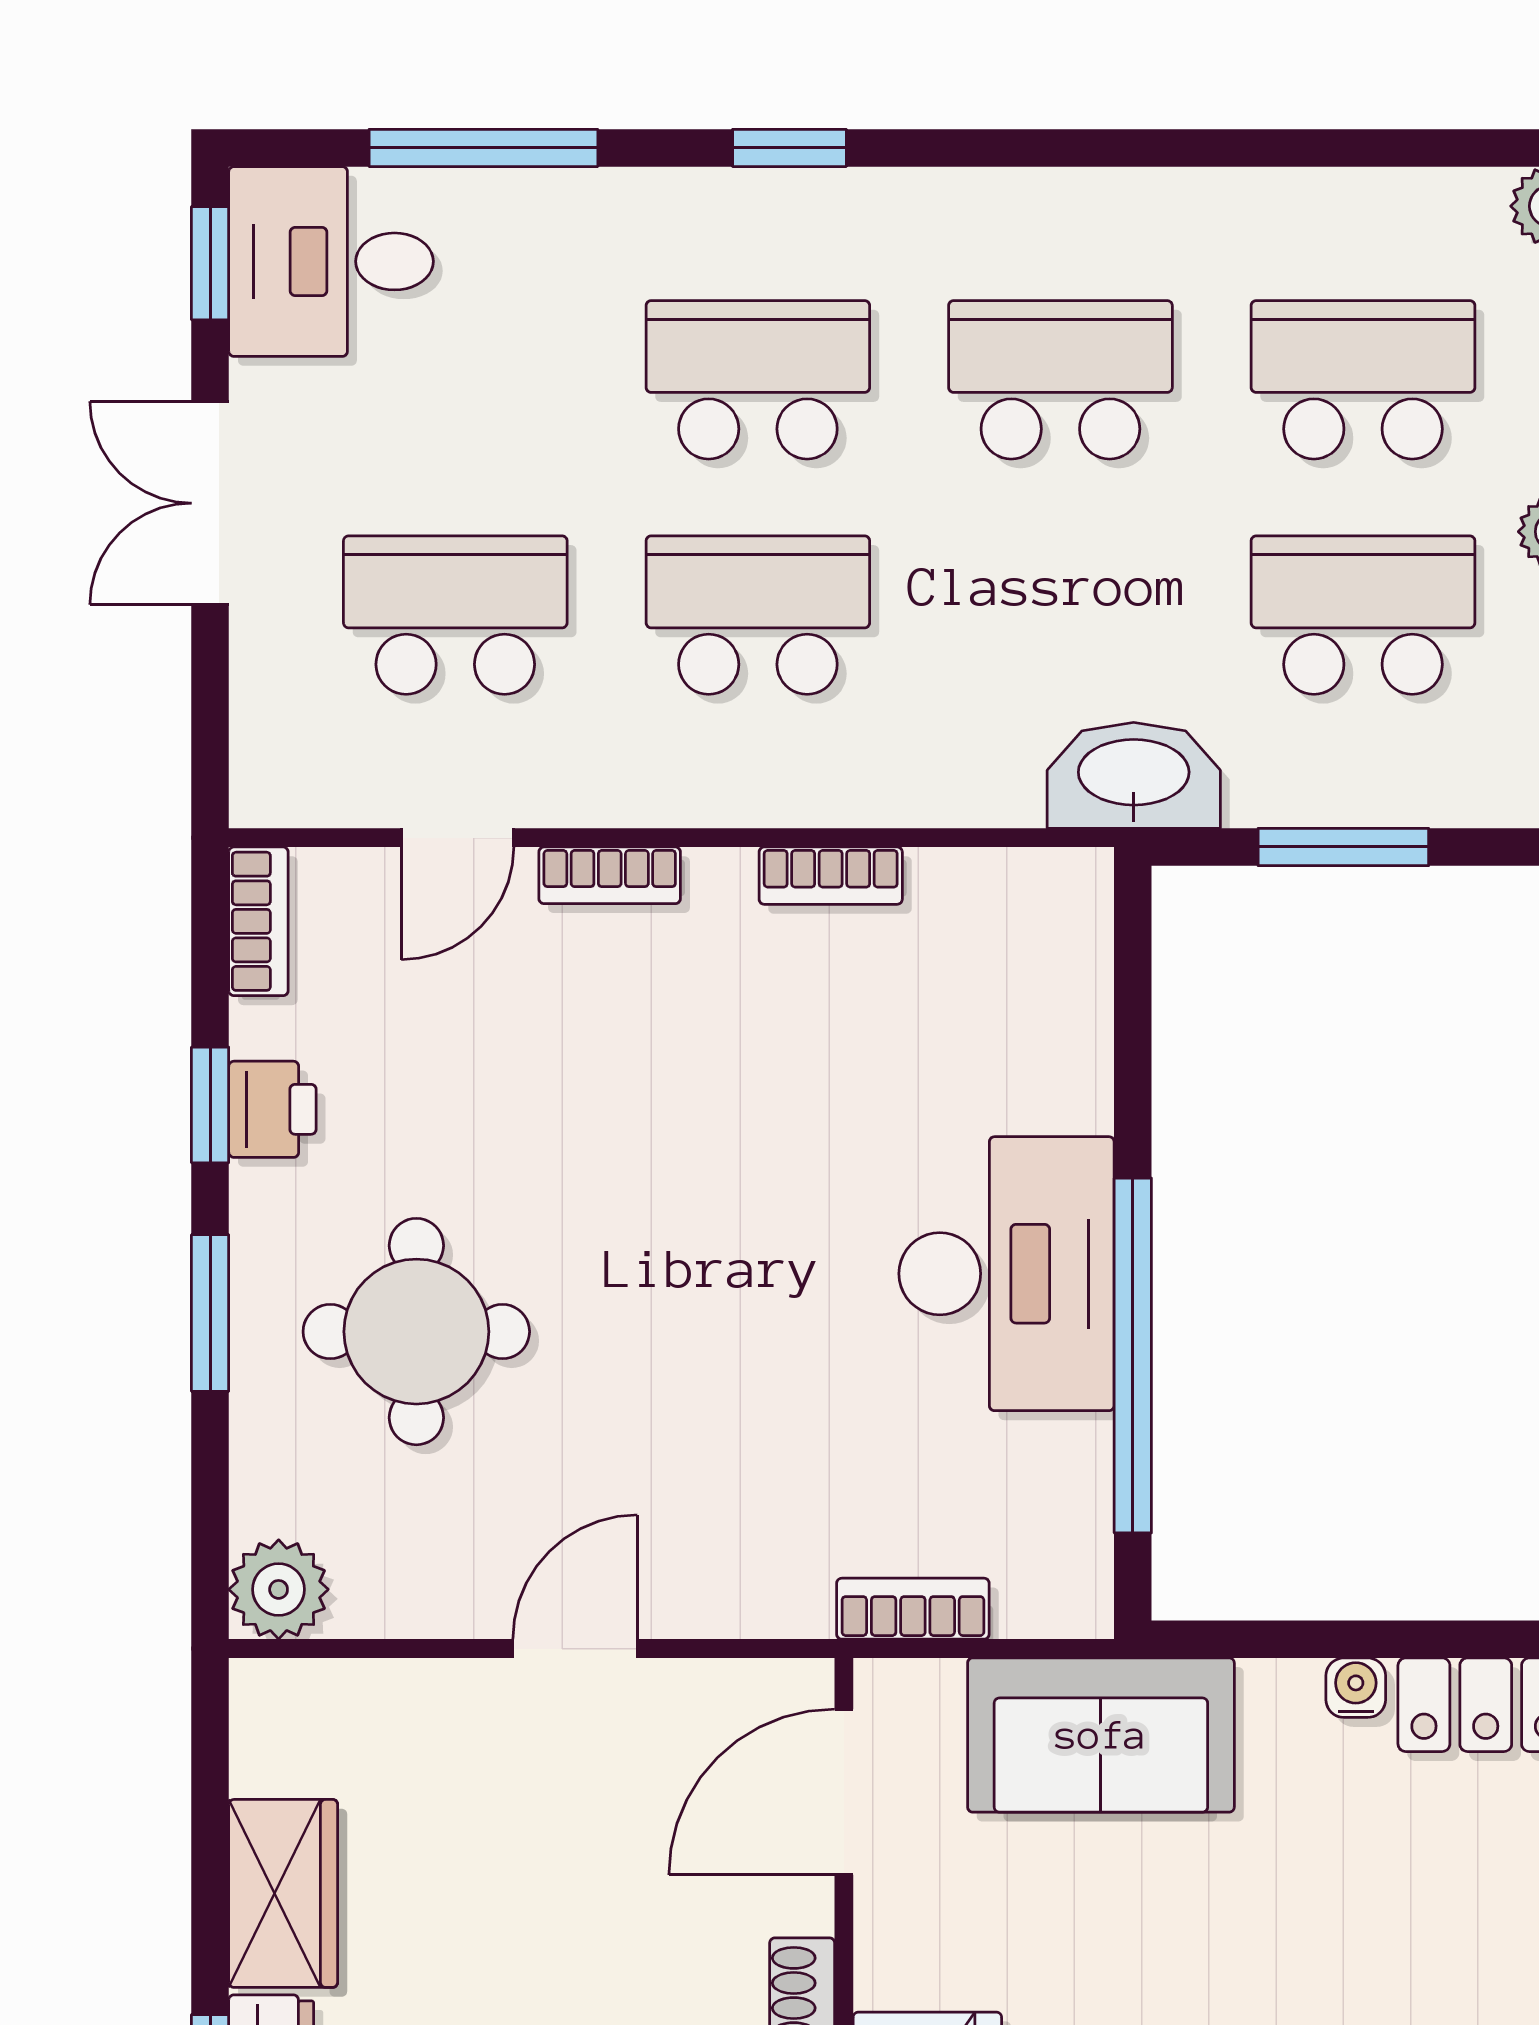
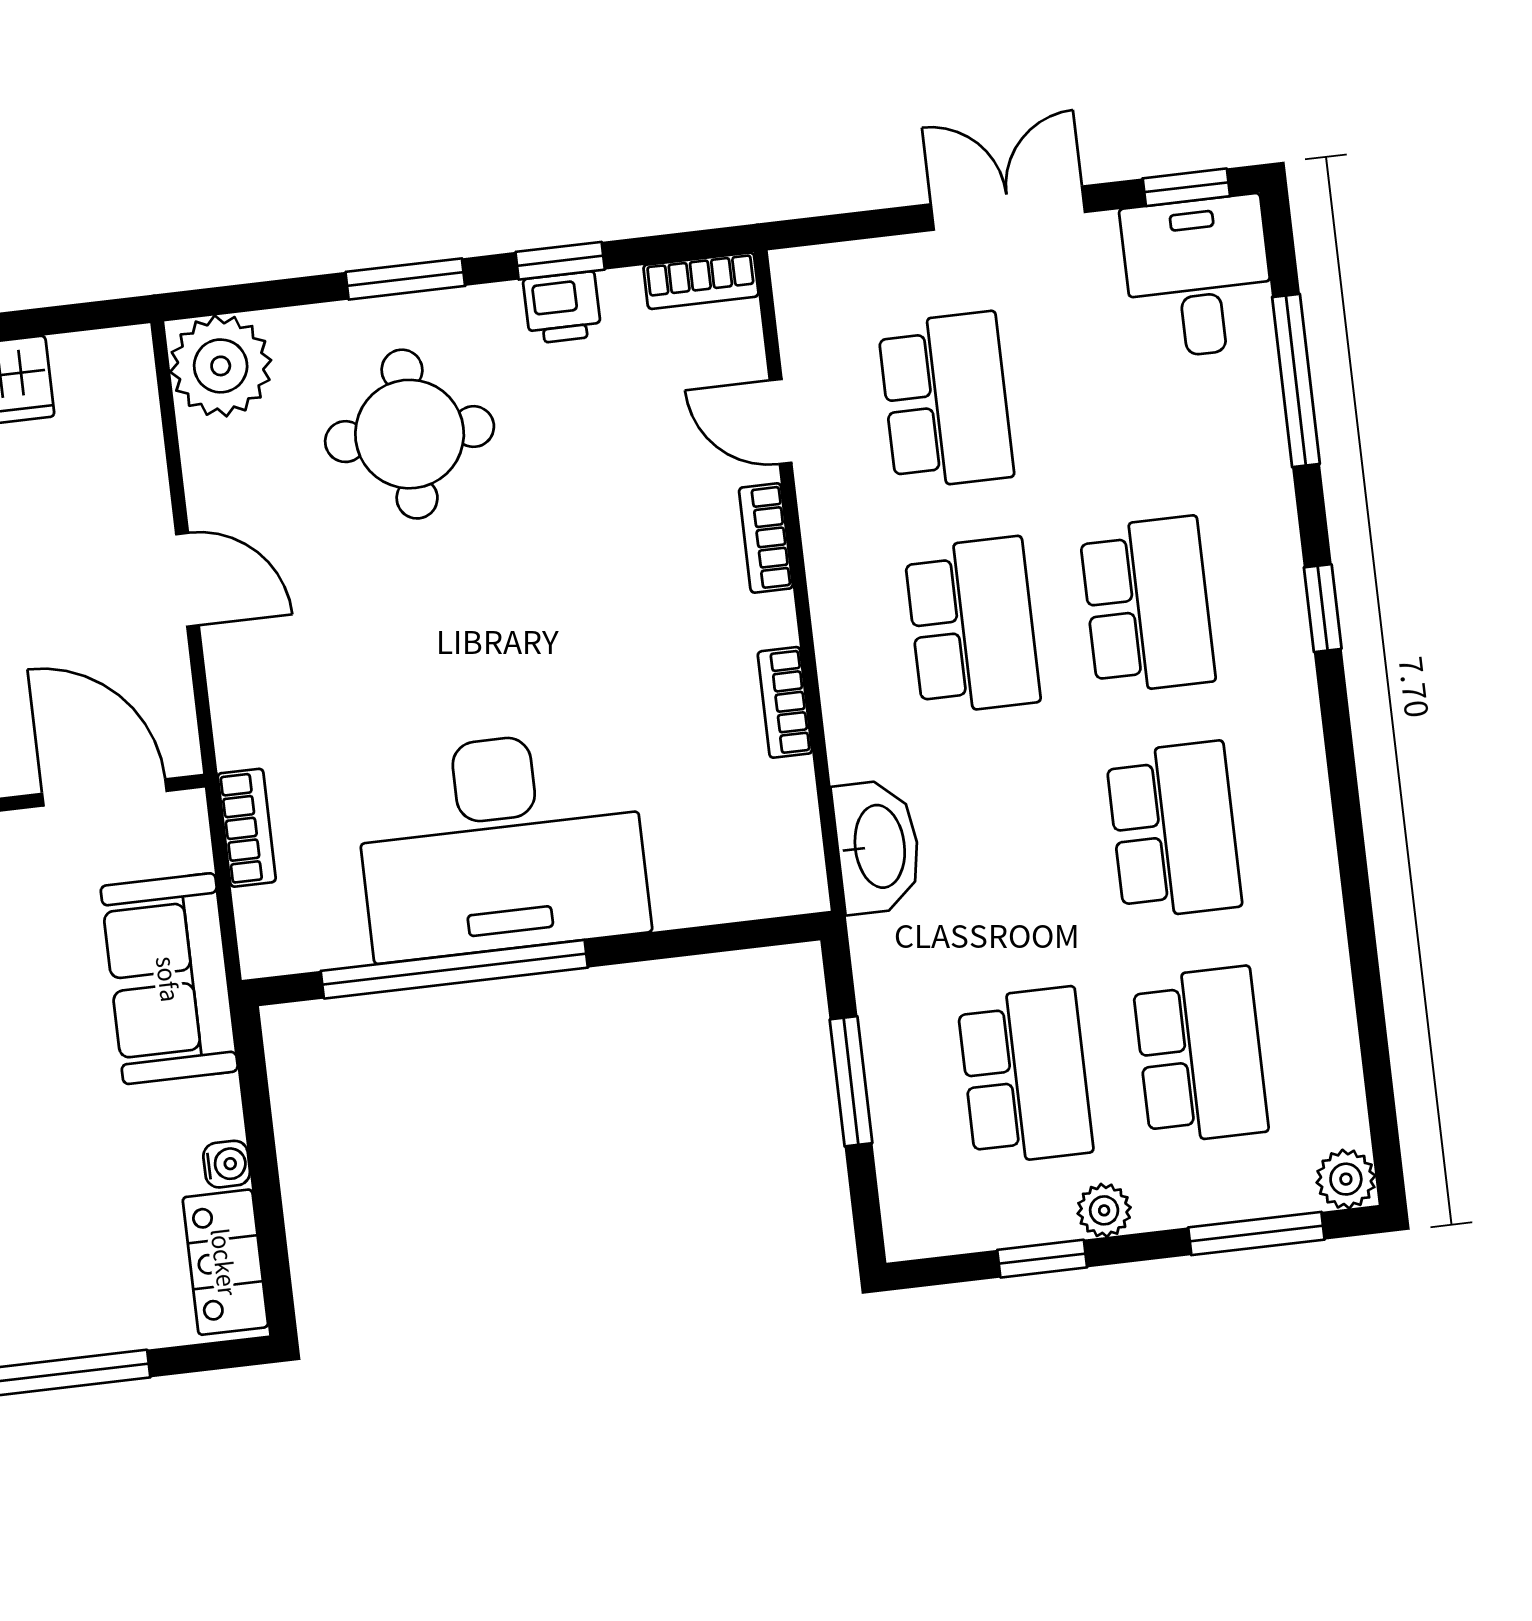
washbasin: (1134, 775) -> (877, 847), moved
desk: (1007, 1274) -> (501, 844), width x1.36, depth x1.30
plant: (279, 1589) -> (221, 366), width x1.36, depth x1.36

